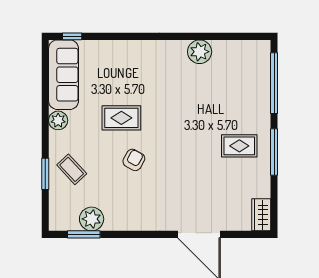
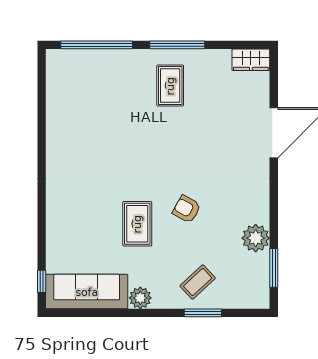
plant: (200, 52) -> (60, 132), removed
plant: (92, 219) -> (256, 238), moved

